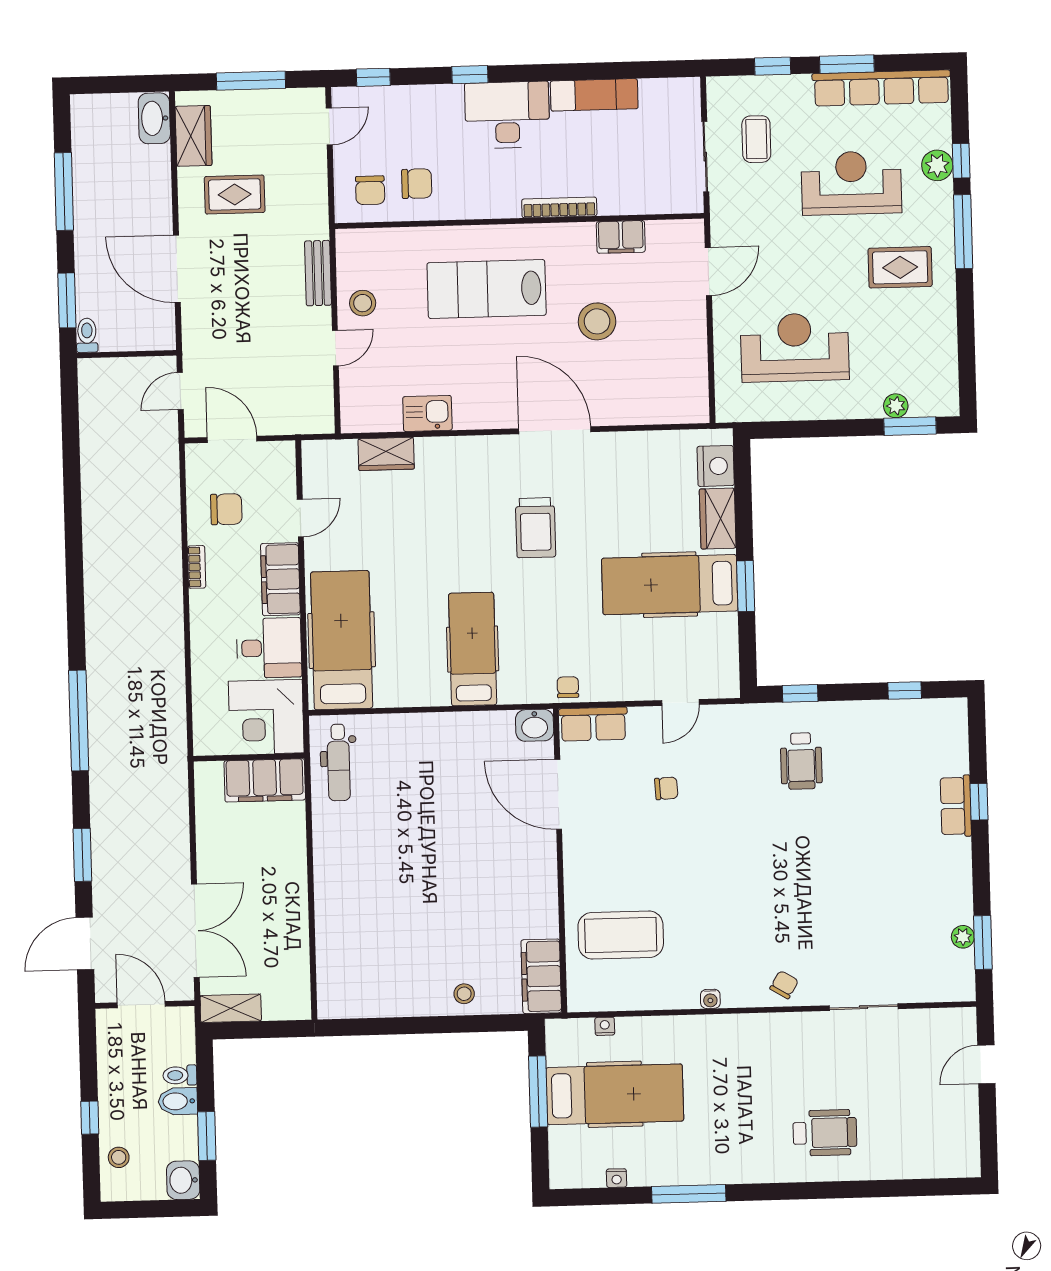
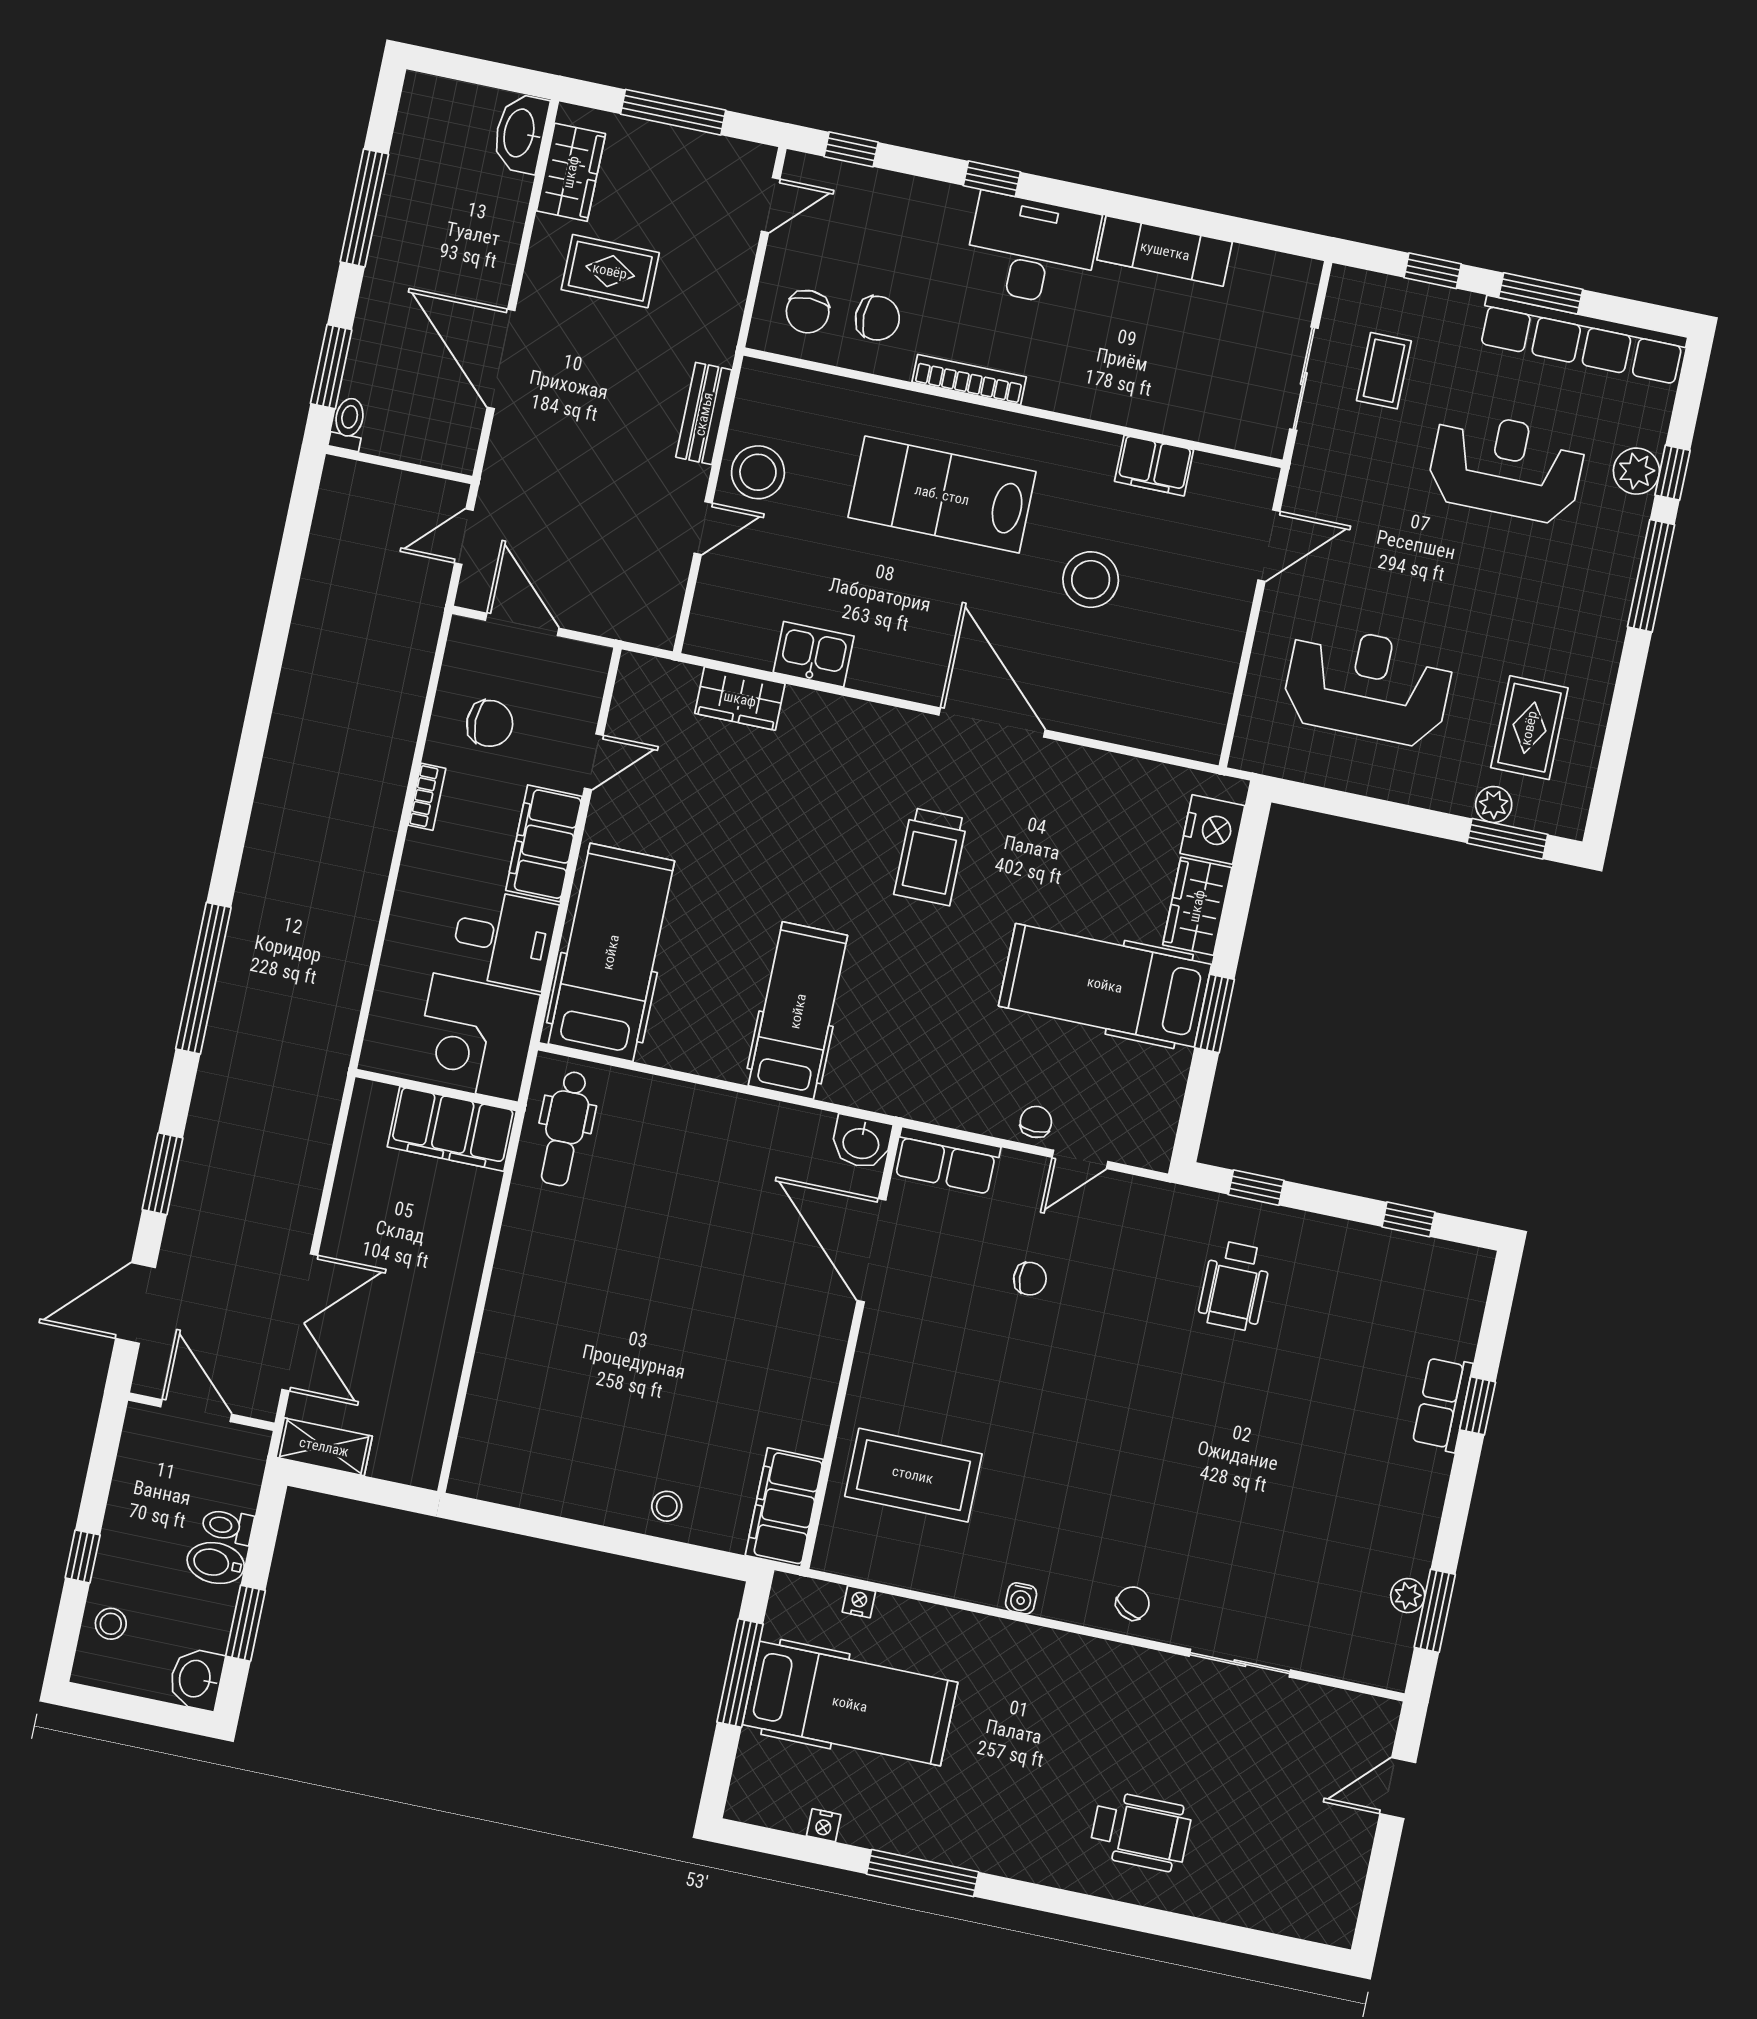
bookcase: (559, 207) -> (969, 380), moved
rug: (900, 267) -> (1529, 728), moved, turned 90
stool: (363, 303) -> (758, 472), width x1.38, depth x1.38
chair: (568, 687) -> (1036, 1122), moved

